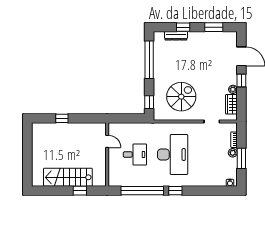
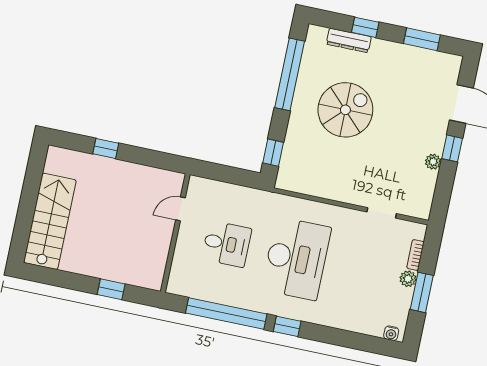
spiral stairs: (181, 97) -> (345, 110), moved
wardrobe: (231, 104) -> (424, 189), removed
door: (107, 141) -> (180, 209), swing flipped
stairs: (68, 177) -> (50, 221), moved, turned 90

